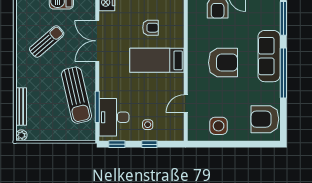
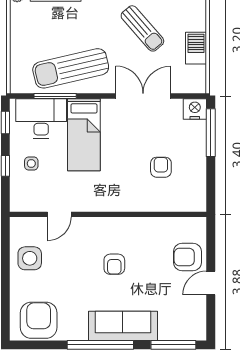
armchair: (150, 28) -> (161, 167), turned 180
bed: (157, 60) -> (84, 135), moved, turned 180
armchair: (223, 63) -> (114, 264), width x0.53, depth x0.53
door: (186, 104) -> (59, 214), swing flipped

